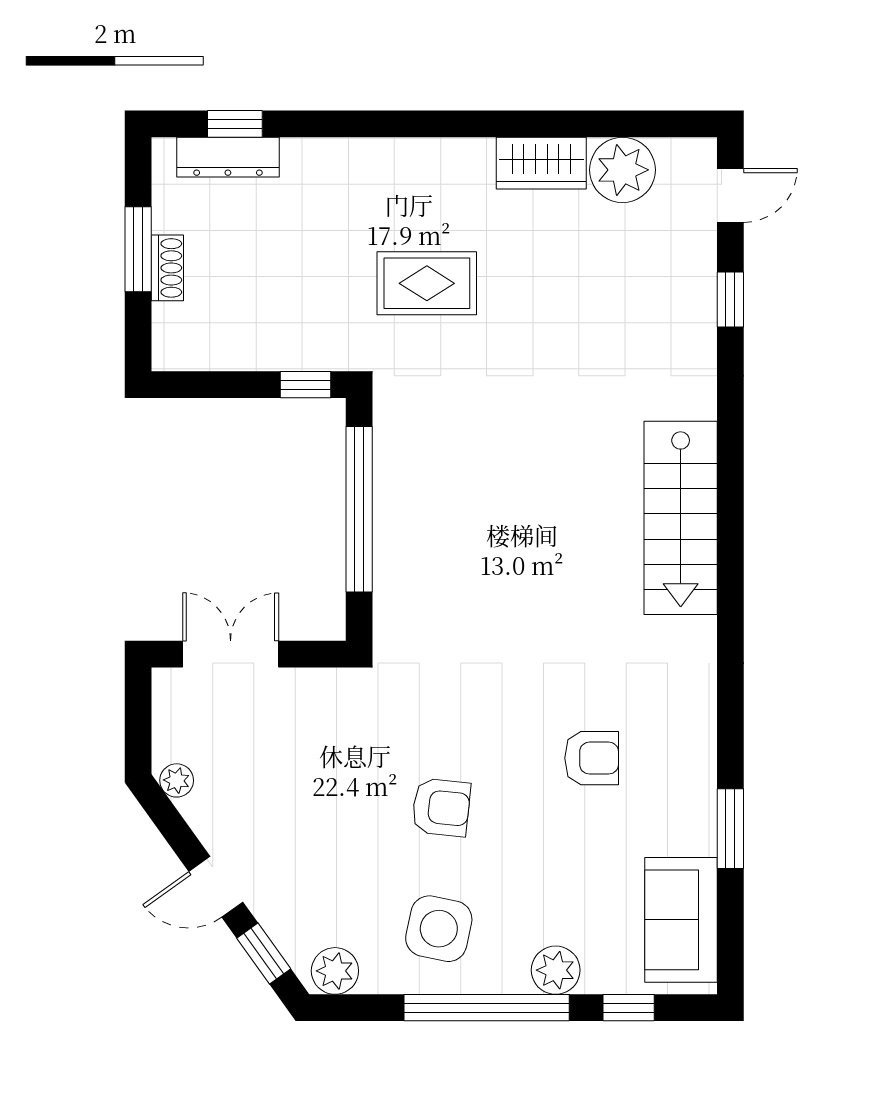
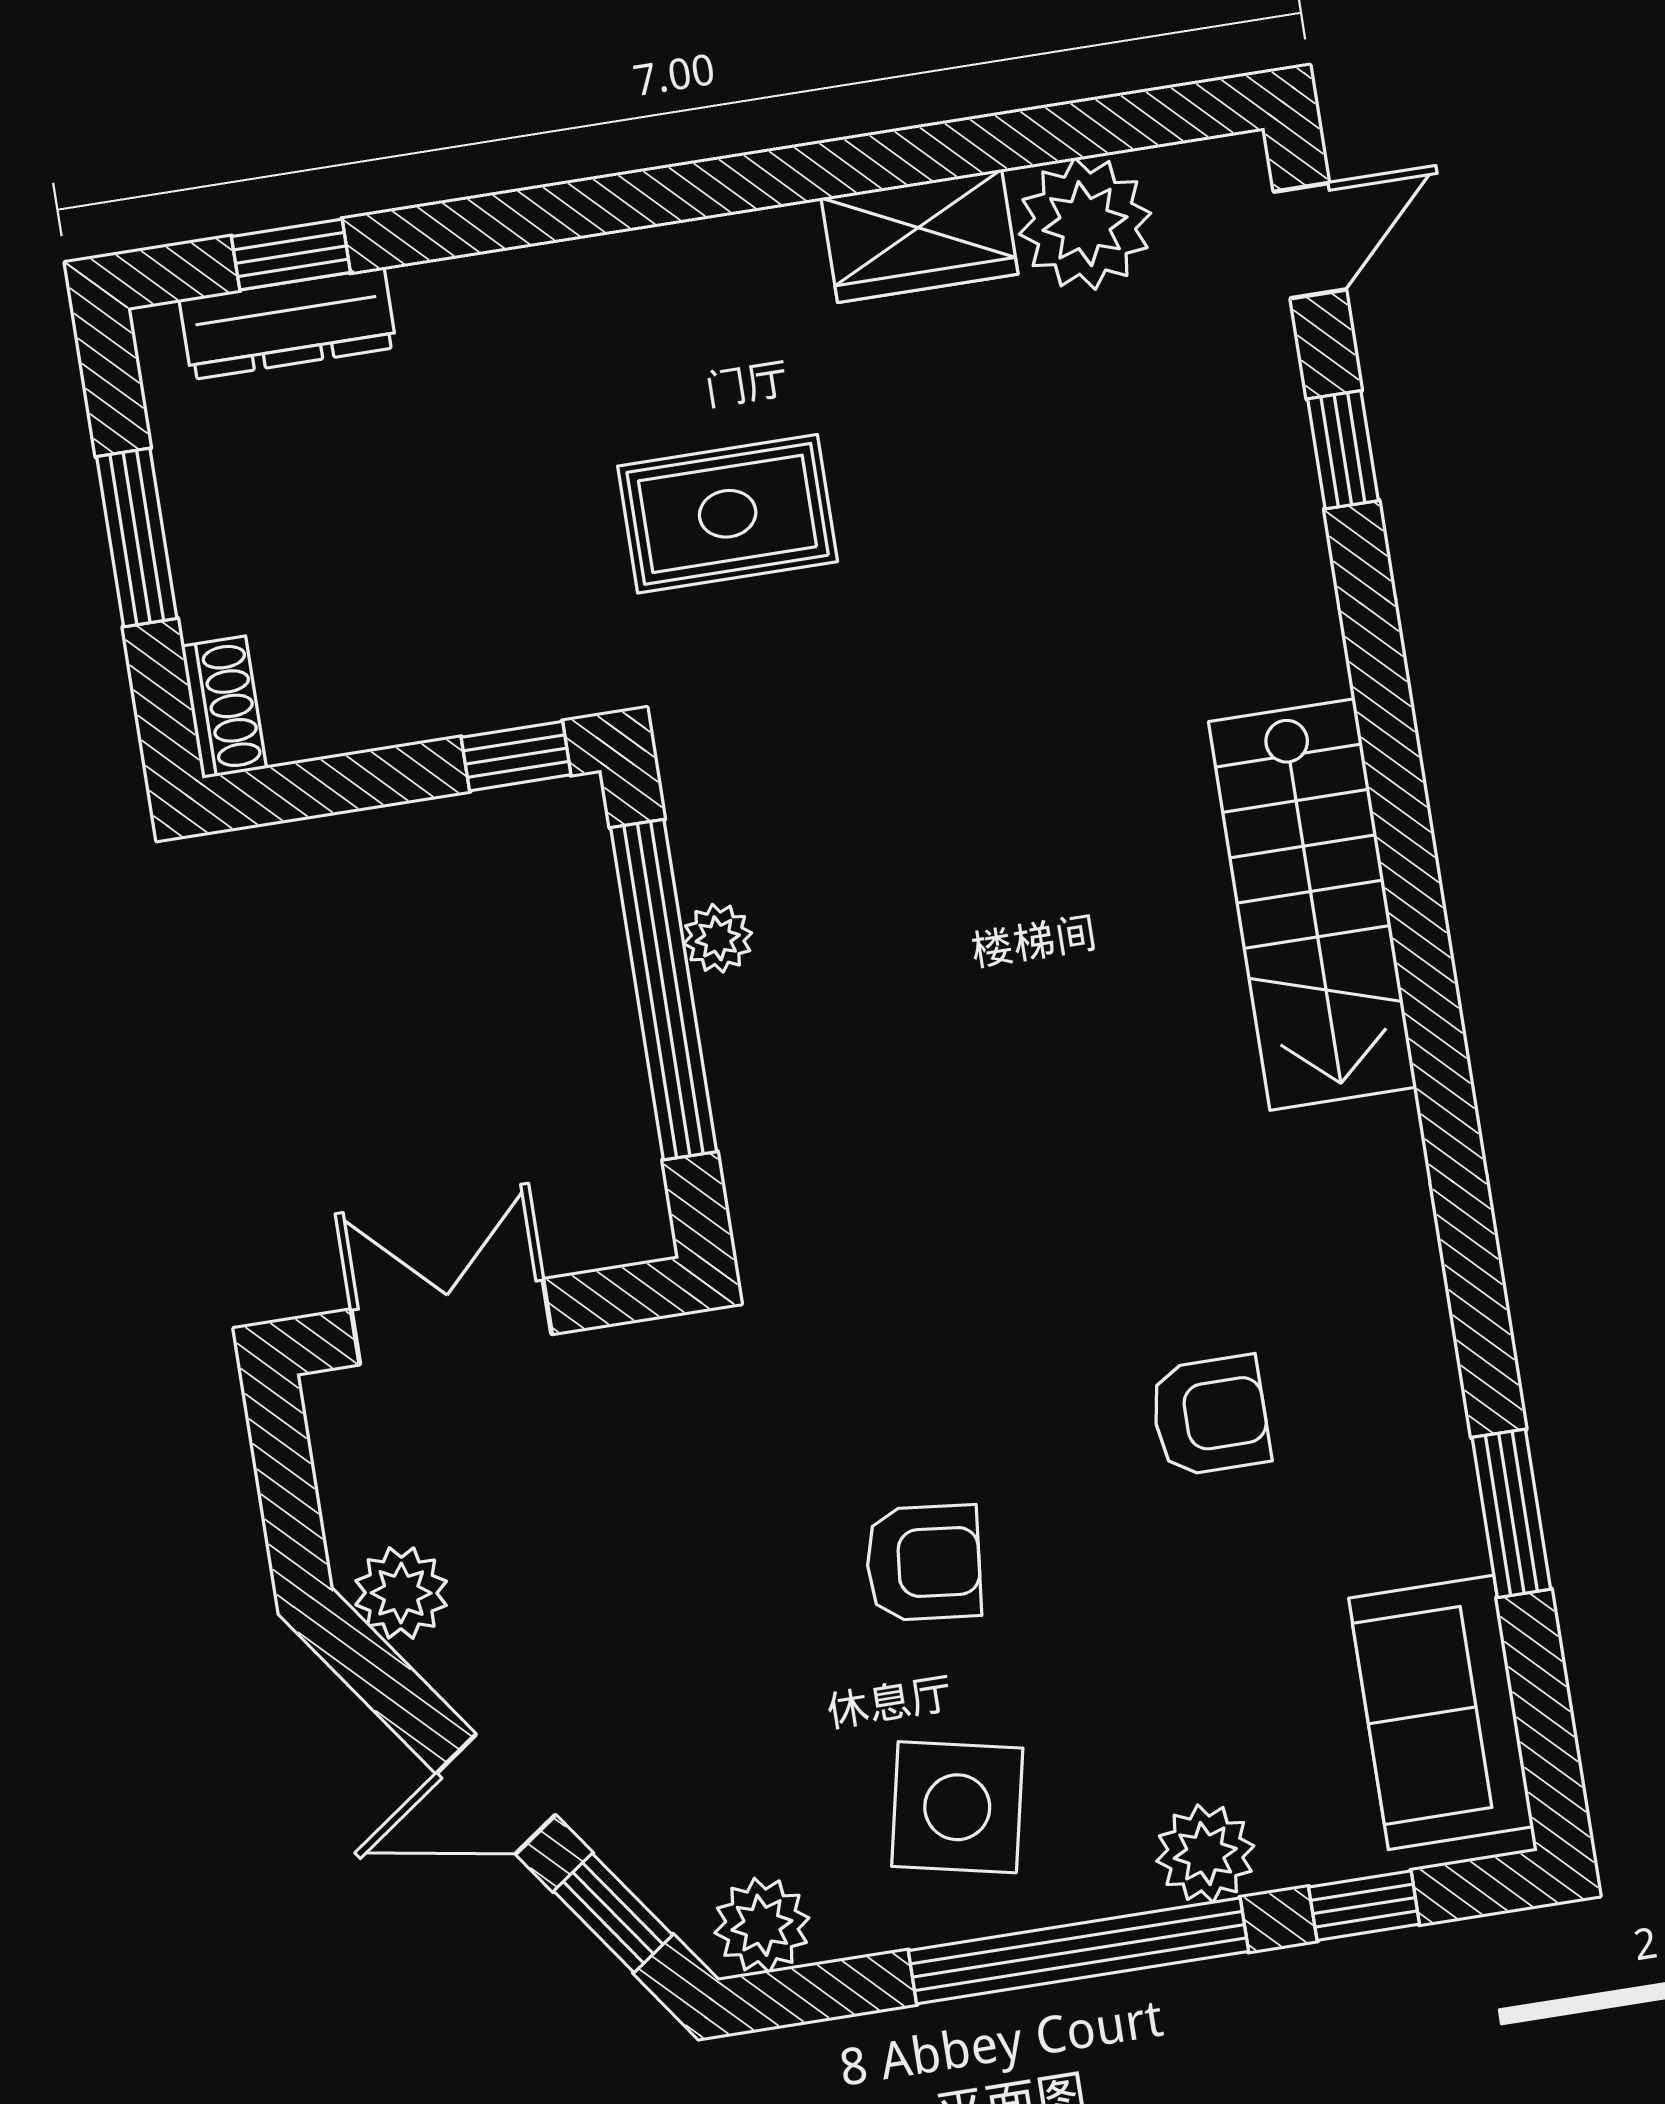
shoe rack: (167, 268) -> (224, 707), moved
plant: (389, 488) -> (718, 938), added
plant: (177, 780) -> (401, 1593), width x1.38, depth x1.38

